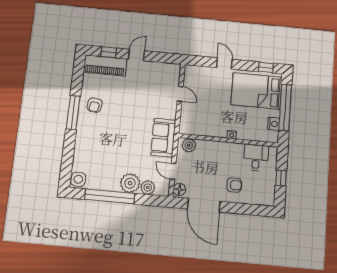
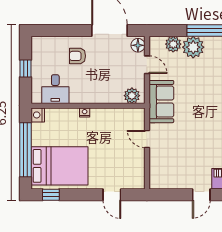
door: (224, 63) -> (112, 195), moved
door: (180, 94) -> (147, 139), moved
nightstand: (274, 124) -> (38, 115), moved

